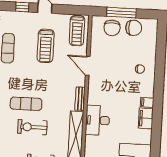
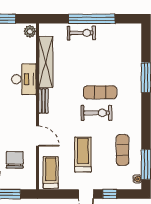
chair: (112, 28) -> (15, 160), moved
exercise bike: (32, 127) -> (97, 113), moved

